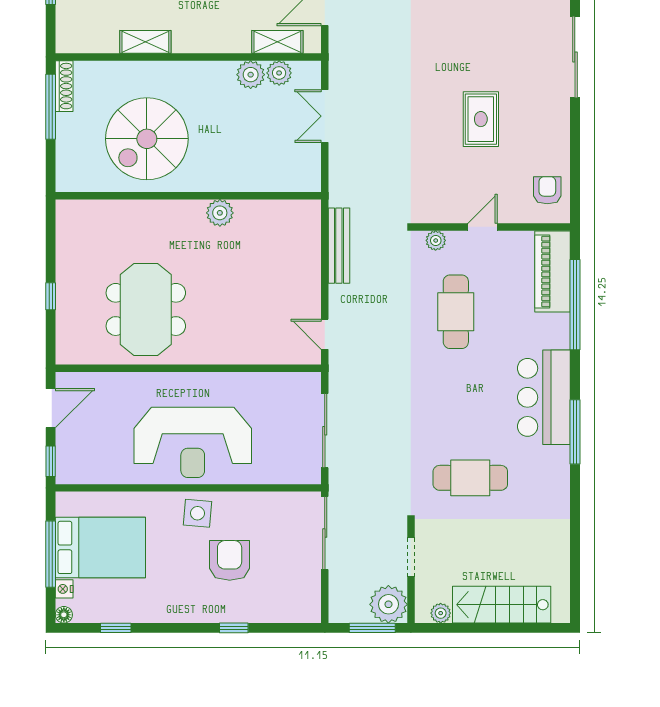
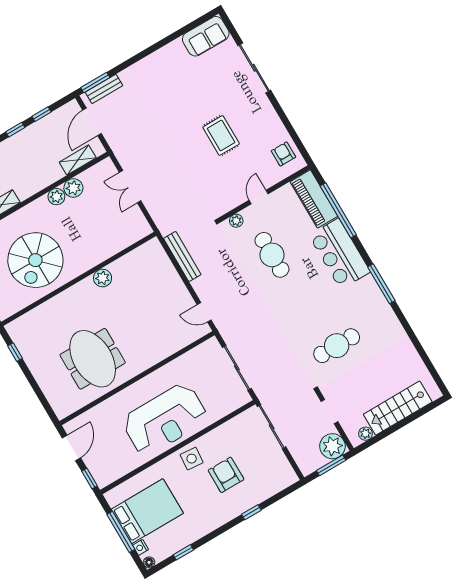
plant: (279, 73) -> (56, 197), moved
window: (51, 296) -> (15, 352), moved
bar counter: (544, 397) -> (340, 254), moved

